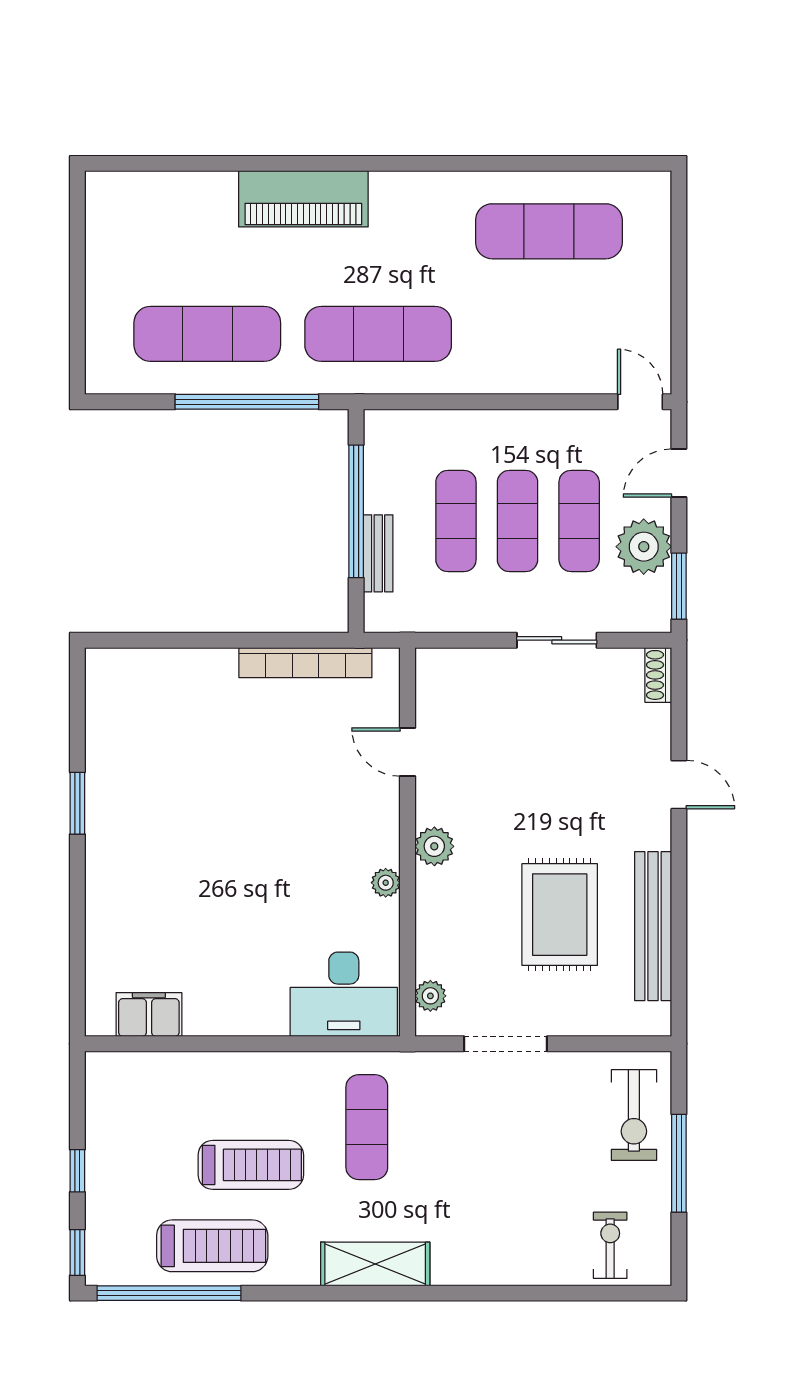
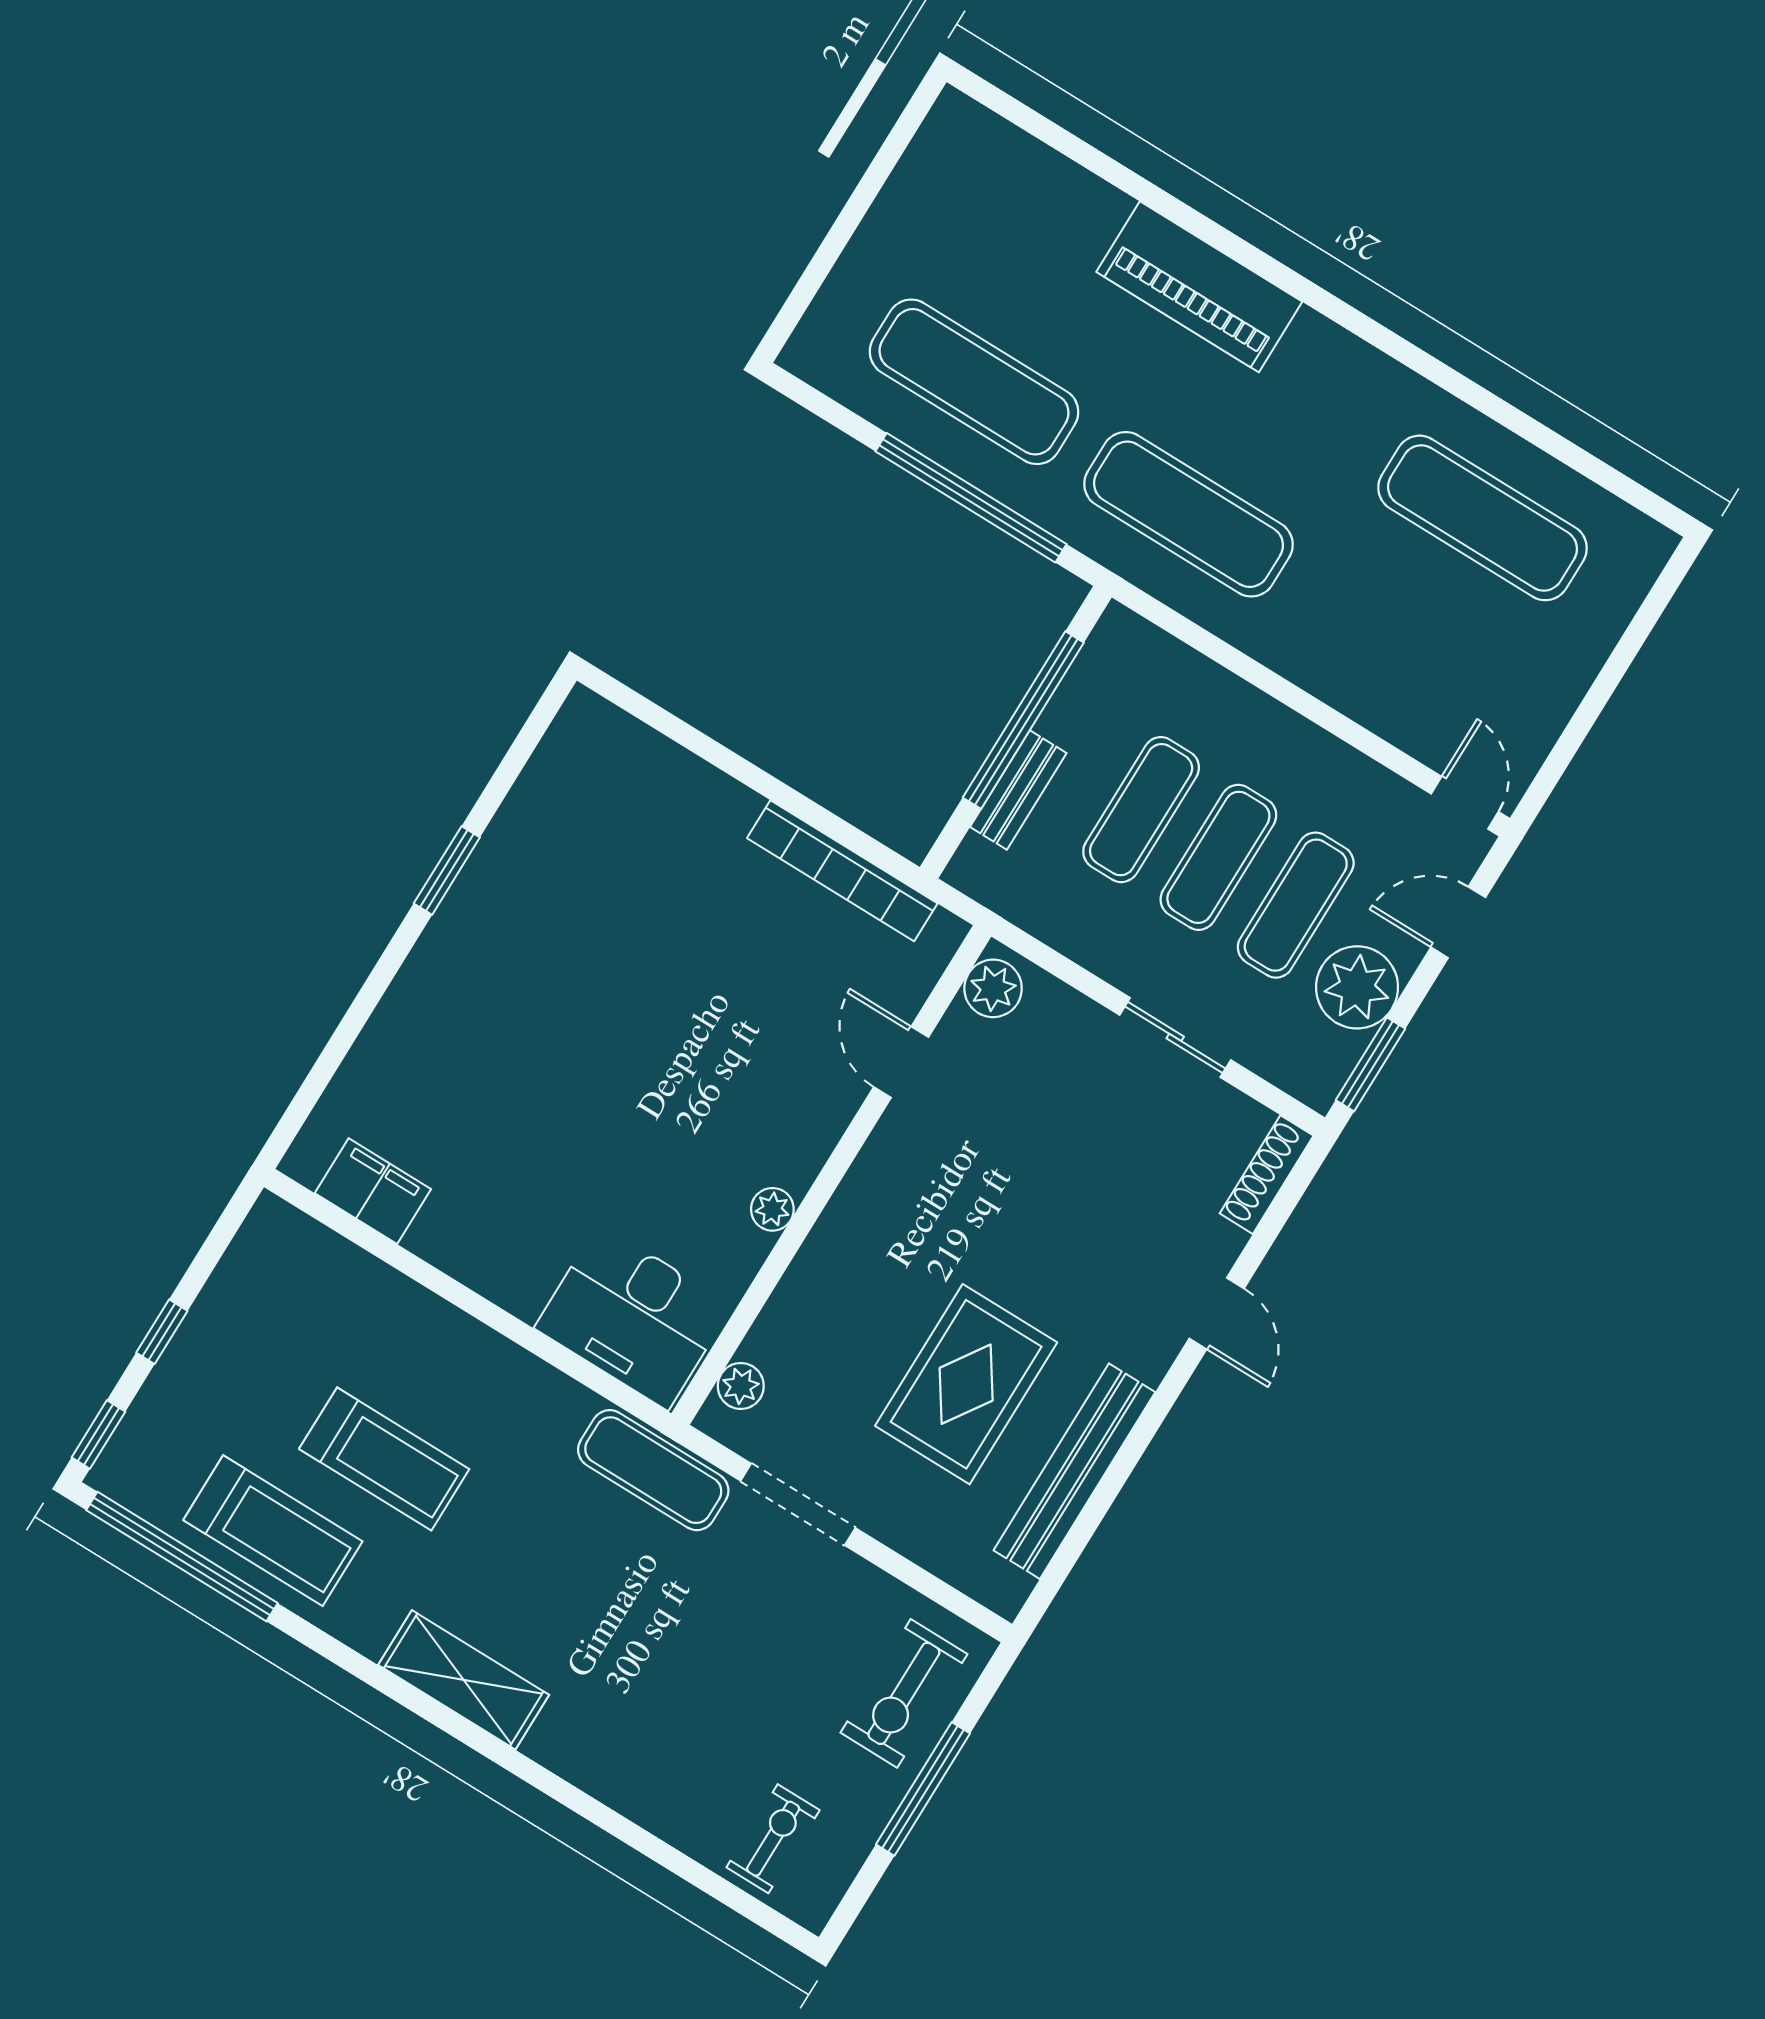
shoe rack: (658, 675) -> (1267, 1175), width x1.43
plant: (434, 846) -> (993, 988), moved
exercise mat: (367, 1127) -> (653, 1470), moved, turned 90

